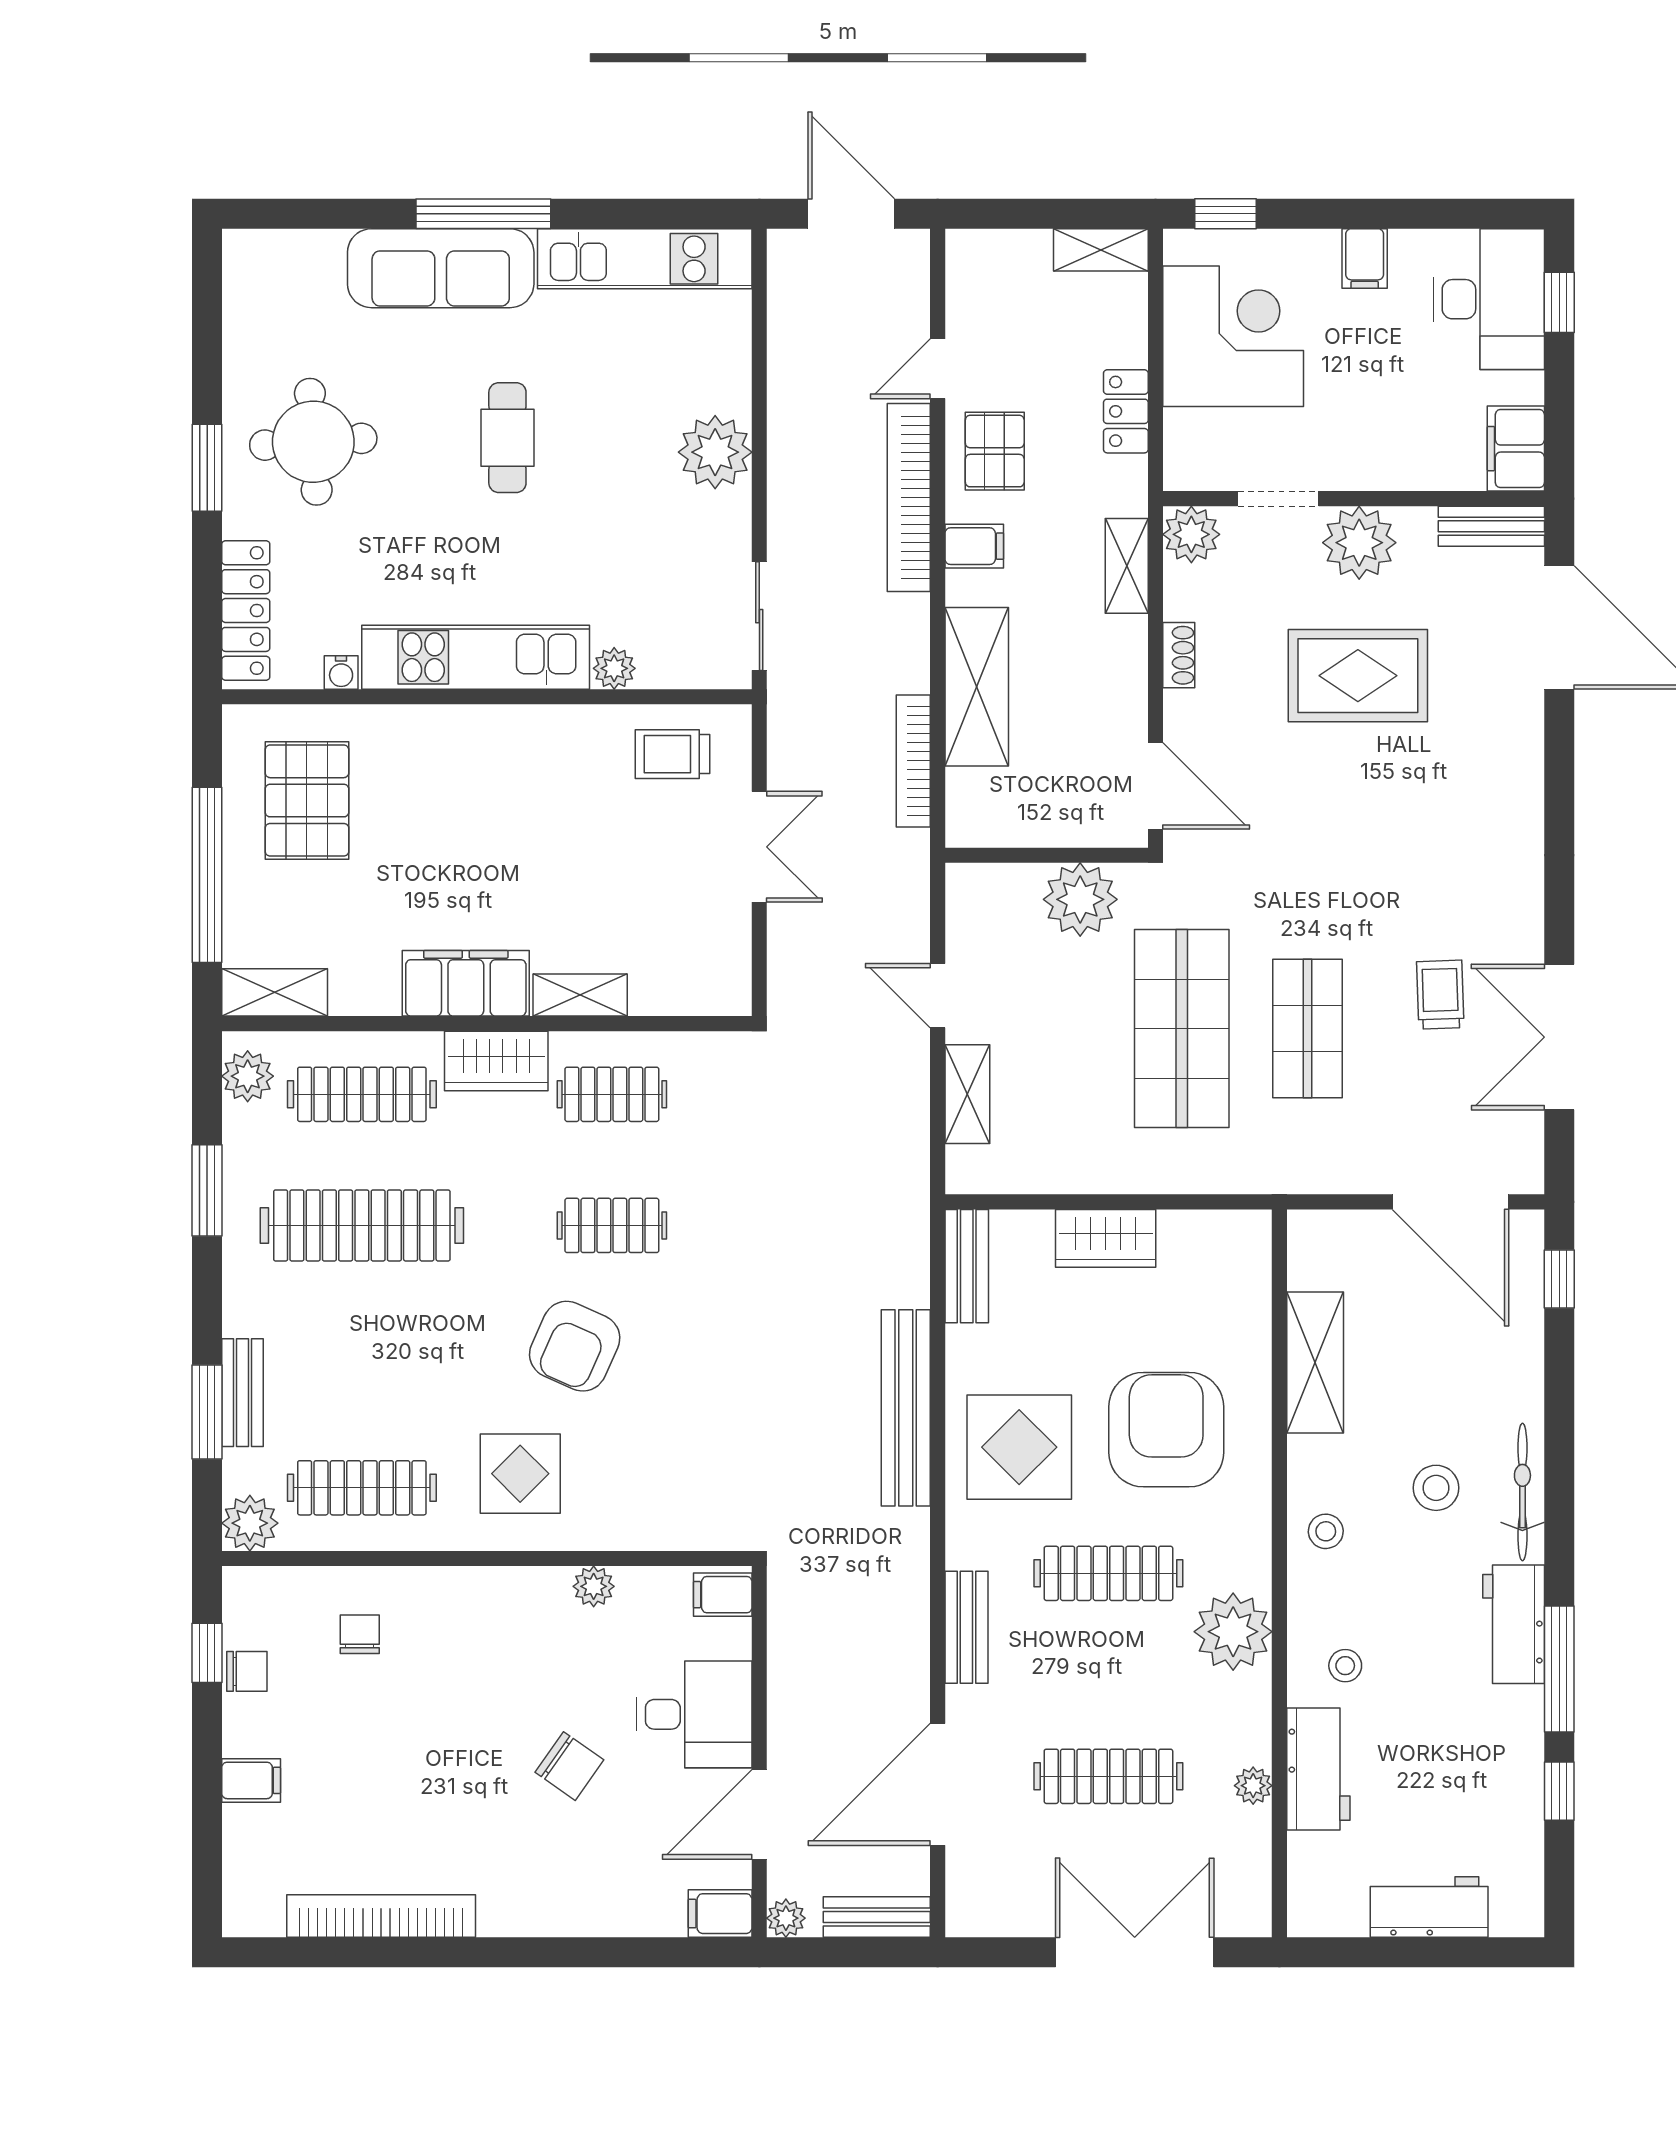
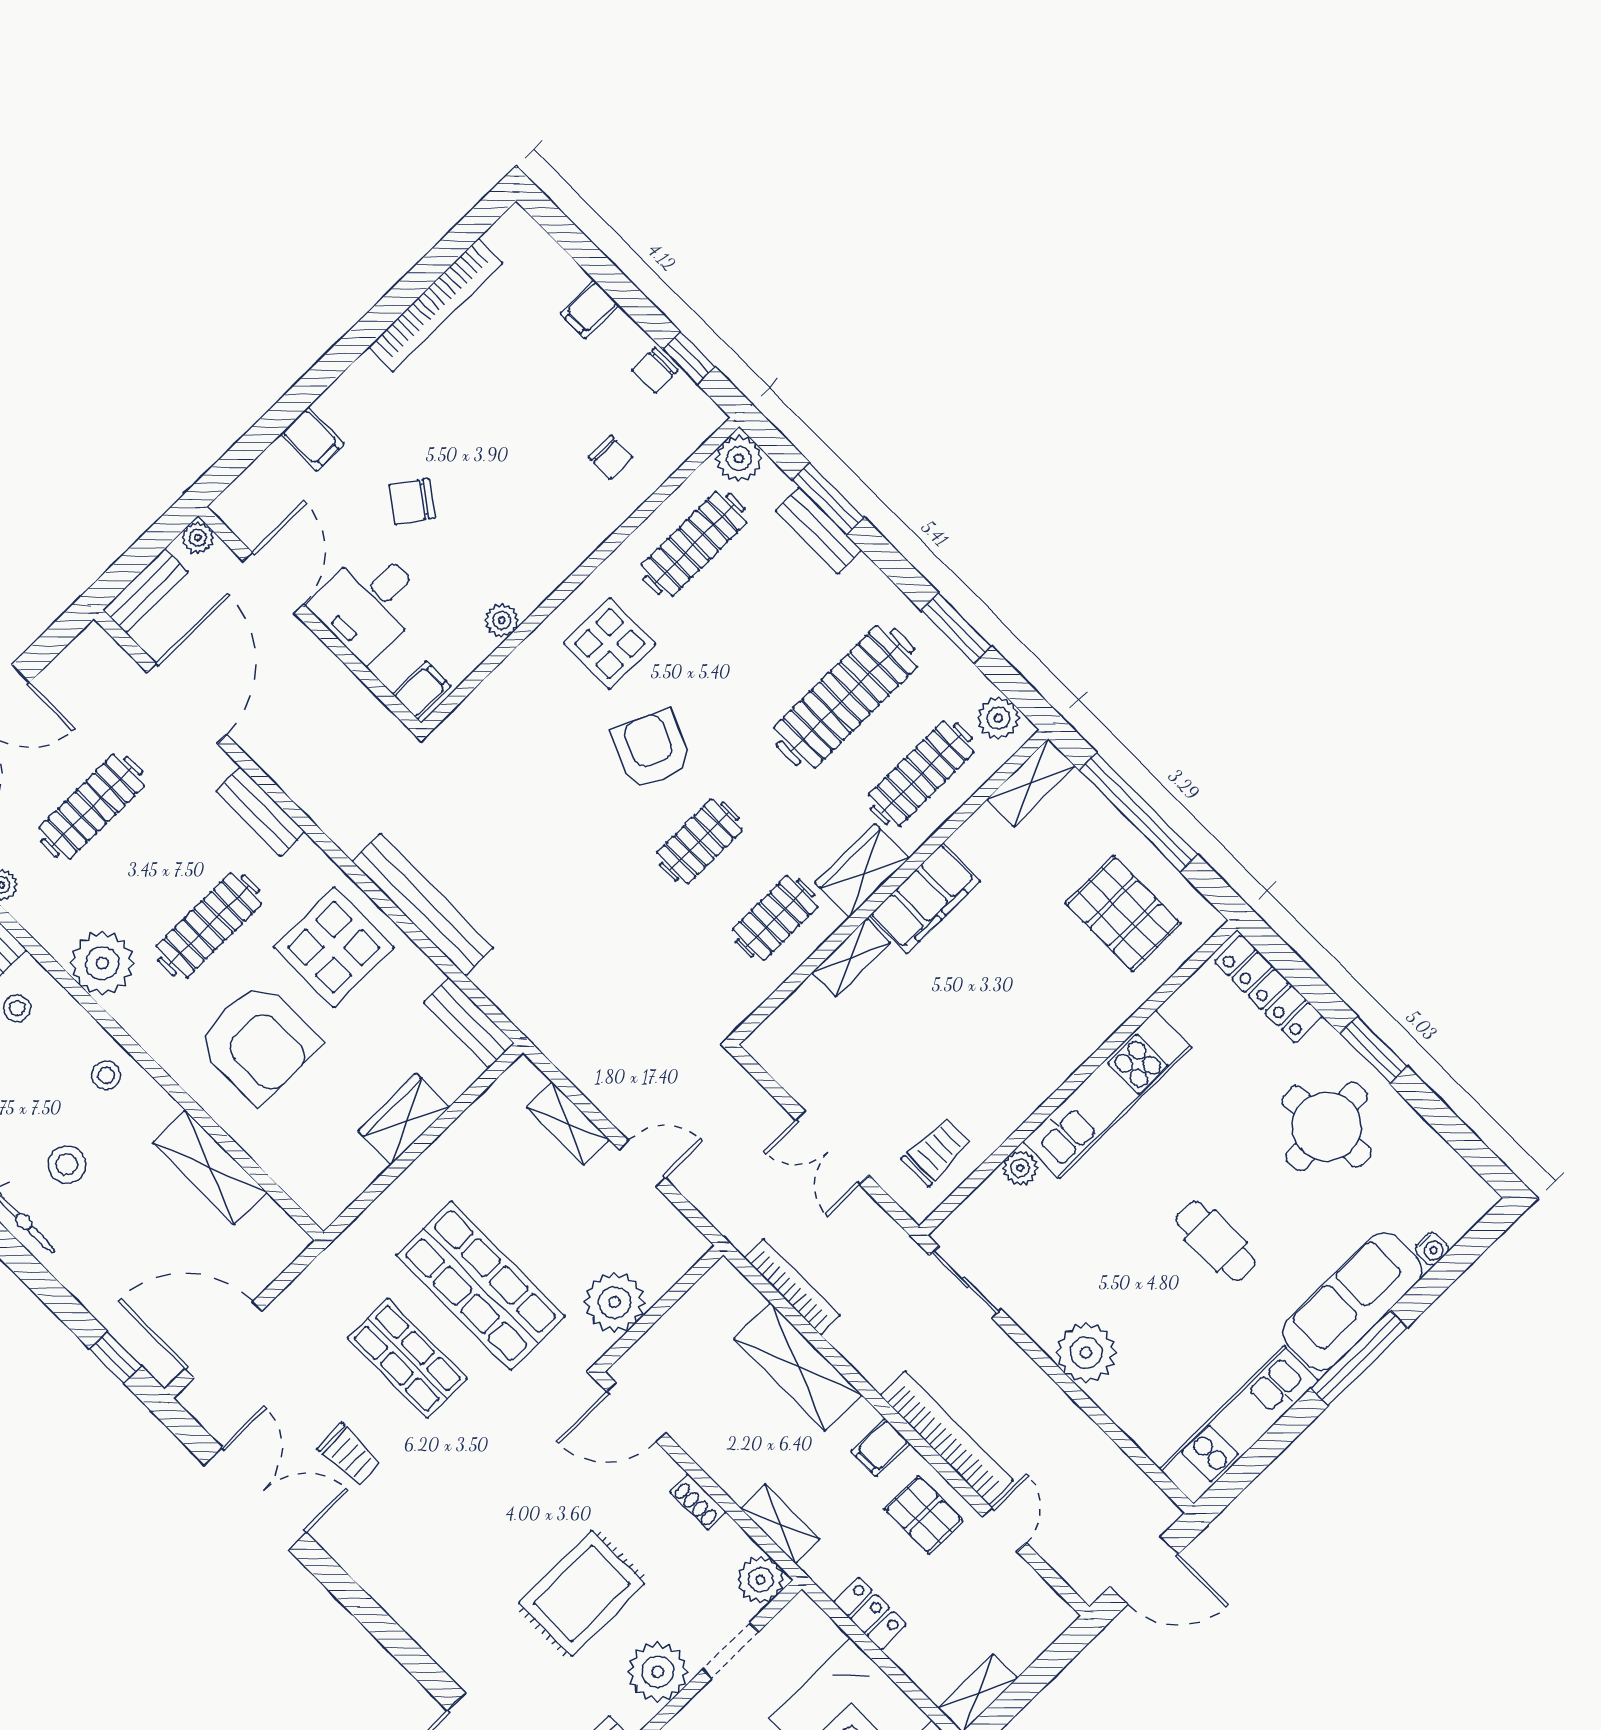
water cooler: (341, 673) -> (1432, 1249), moved, turned 180
filing cabinet: (720, 1914) -> (312, 439), moved, turned 90

